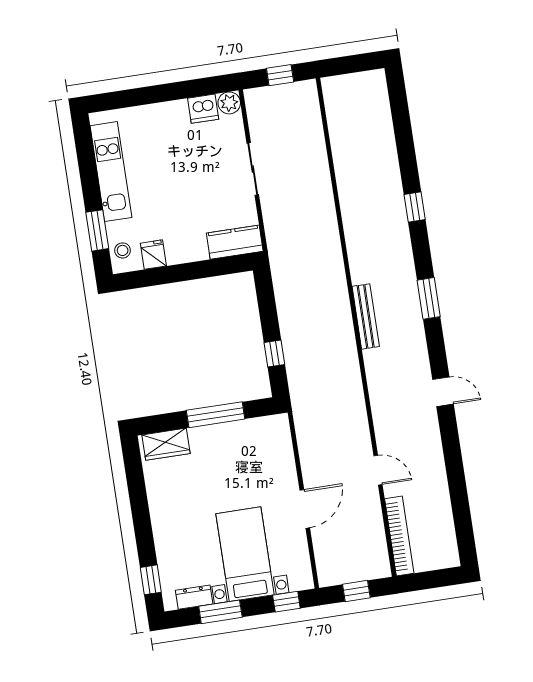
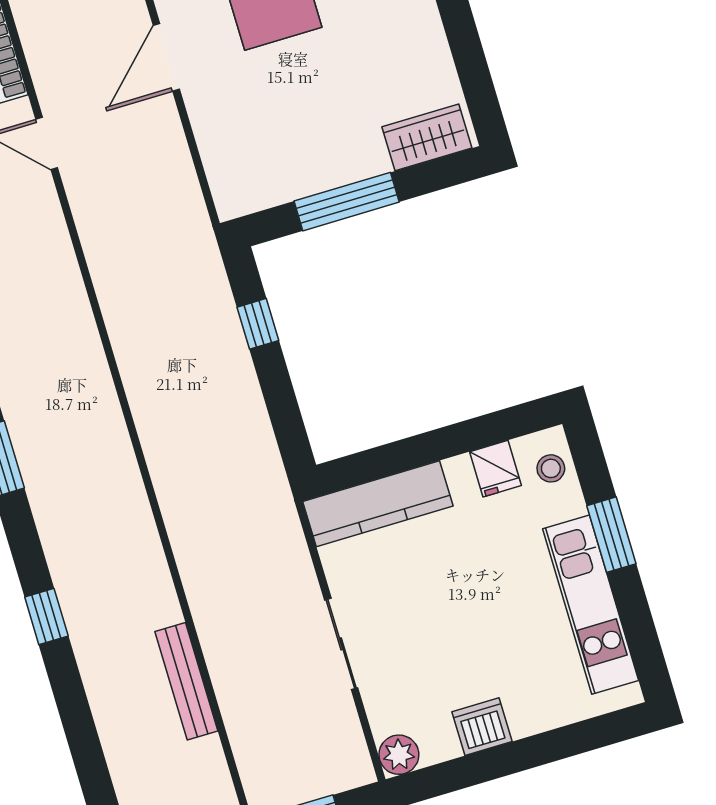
dishwasher: (203, 109) -> (482, 727), moved
window: (97, 230) -> (611, 535), moved
kitchen counter: (235, 242) -> (378, 504), width x1.50
bench: (366, 316) -> (186, 681), moved

